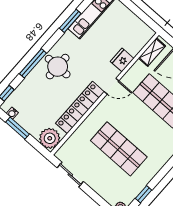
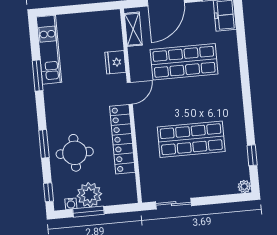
window: (33, 63) -> (44, 144), width x0.69
round table: (58, 67) -> (75, 153), moved
plant: (50, 138) -> (89, 195), moved

